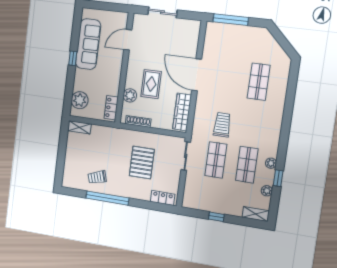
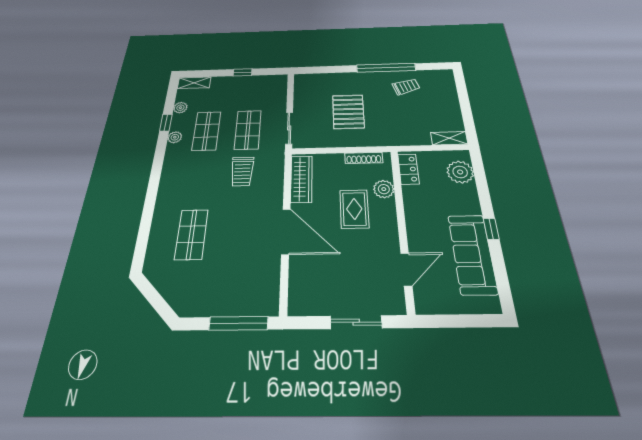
locker: (163, 198) -> (313, 79), removed

